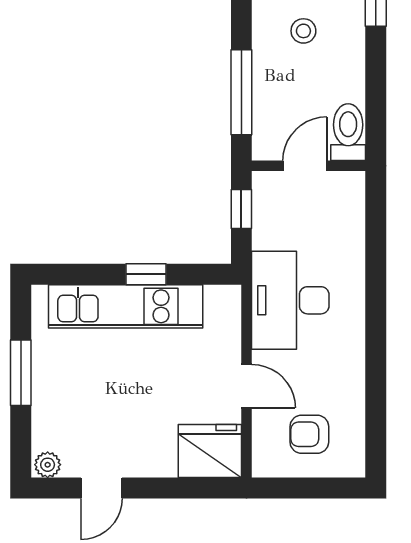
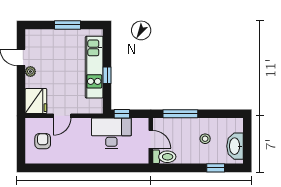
window: (241, 209) -> (122, 114), moved
desk: (290, 300) -> (111, 133), moved
plant: (48, 465) -> (30, 72), moved

